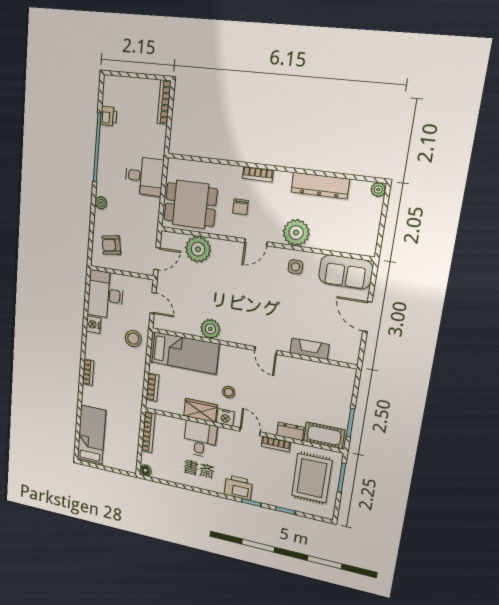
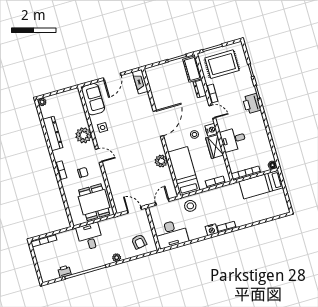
plant: (198, 249) -> (118, 187), removed
nightstand: (93, 325) -> (212, 230), moved
fireplace: (310, 349) -> (140, 82), moved
door: (266, 350) -> (158, 123), width x1.87
door: (250, 432) -> (212, 112), swing flipped
bed: (91, 435) -> (261, 185), moved

